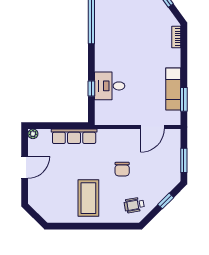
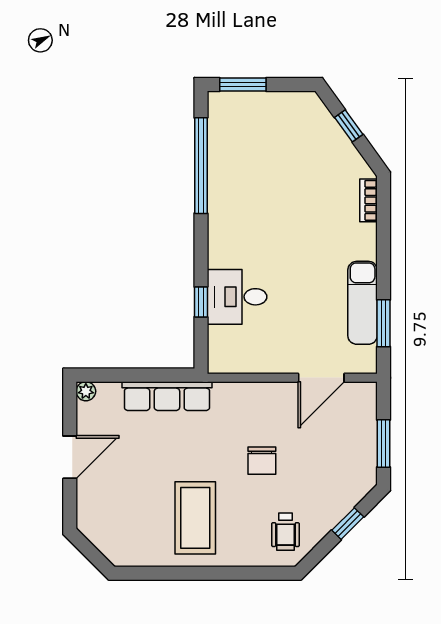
wheelchair: (134, 205) -> (285, 532), turned -80

